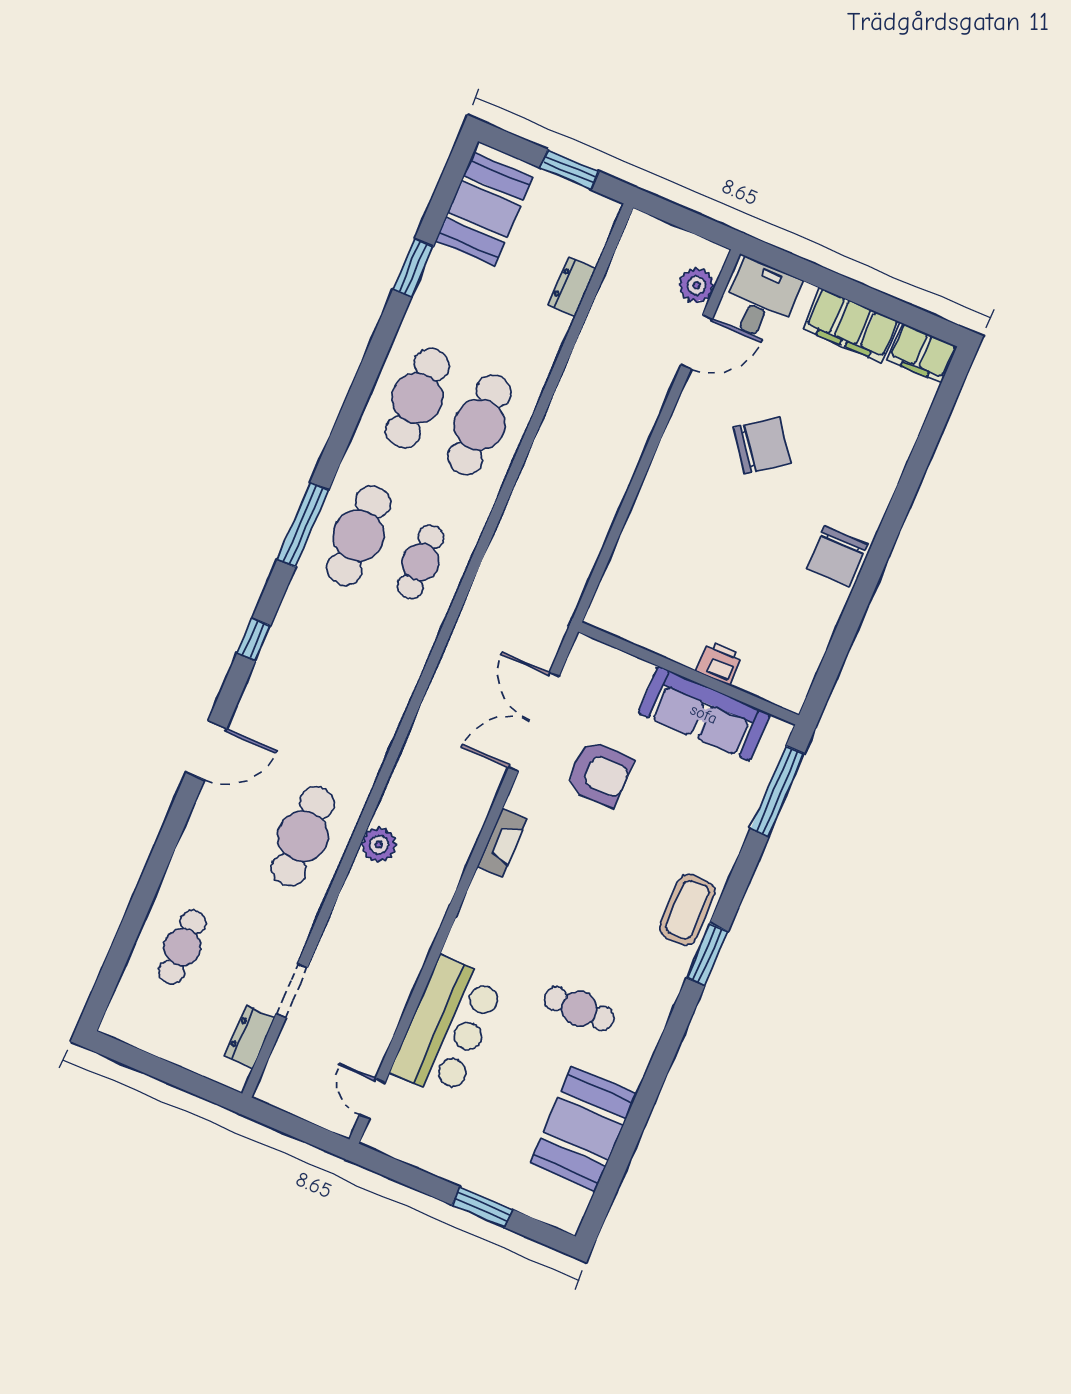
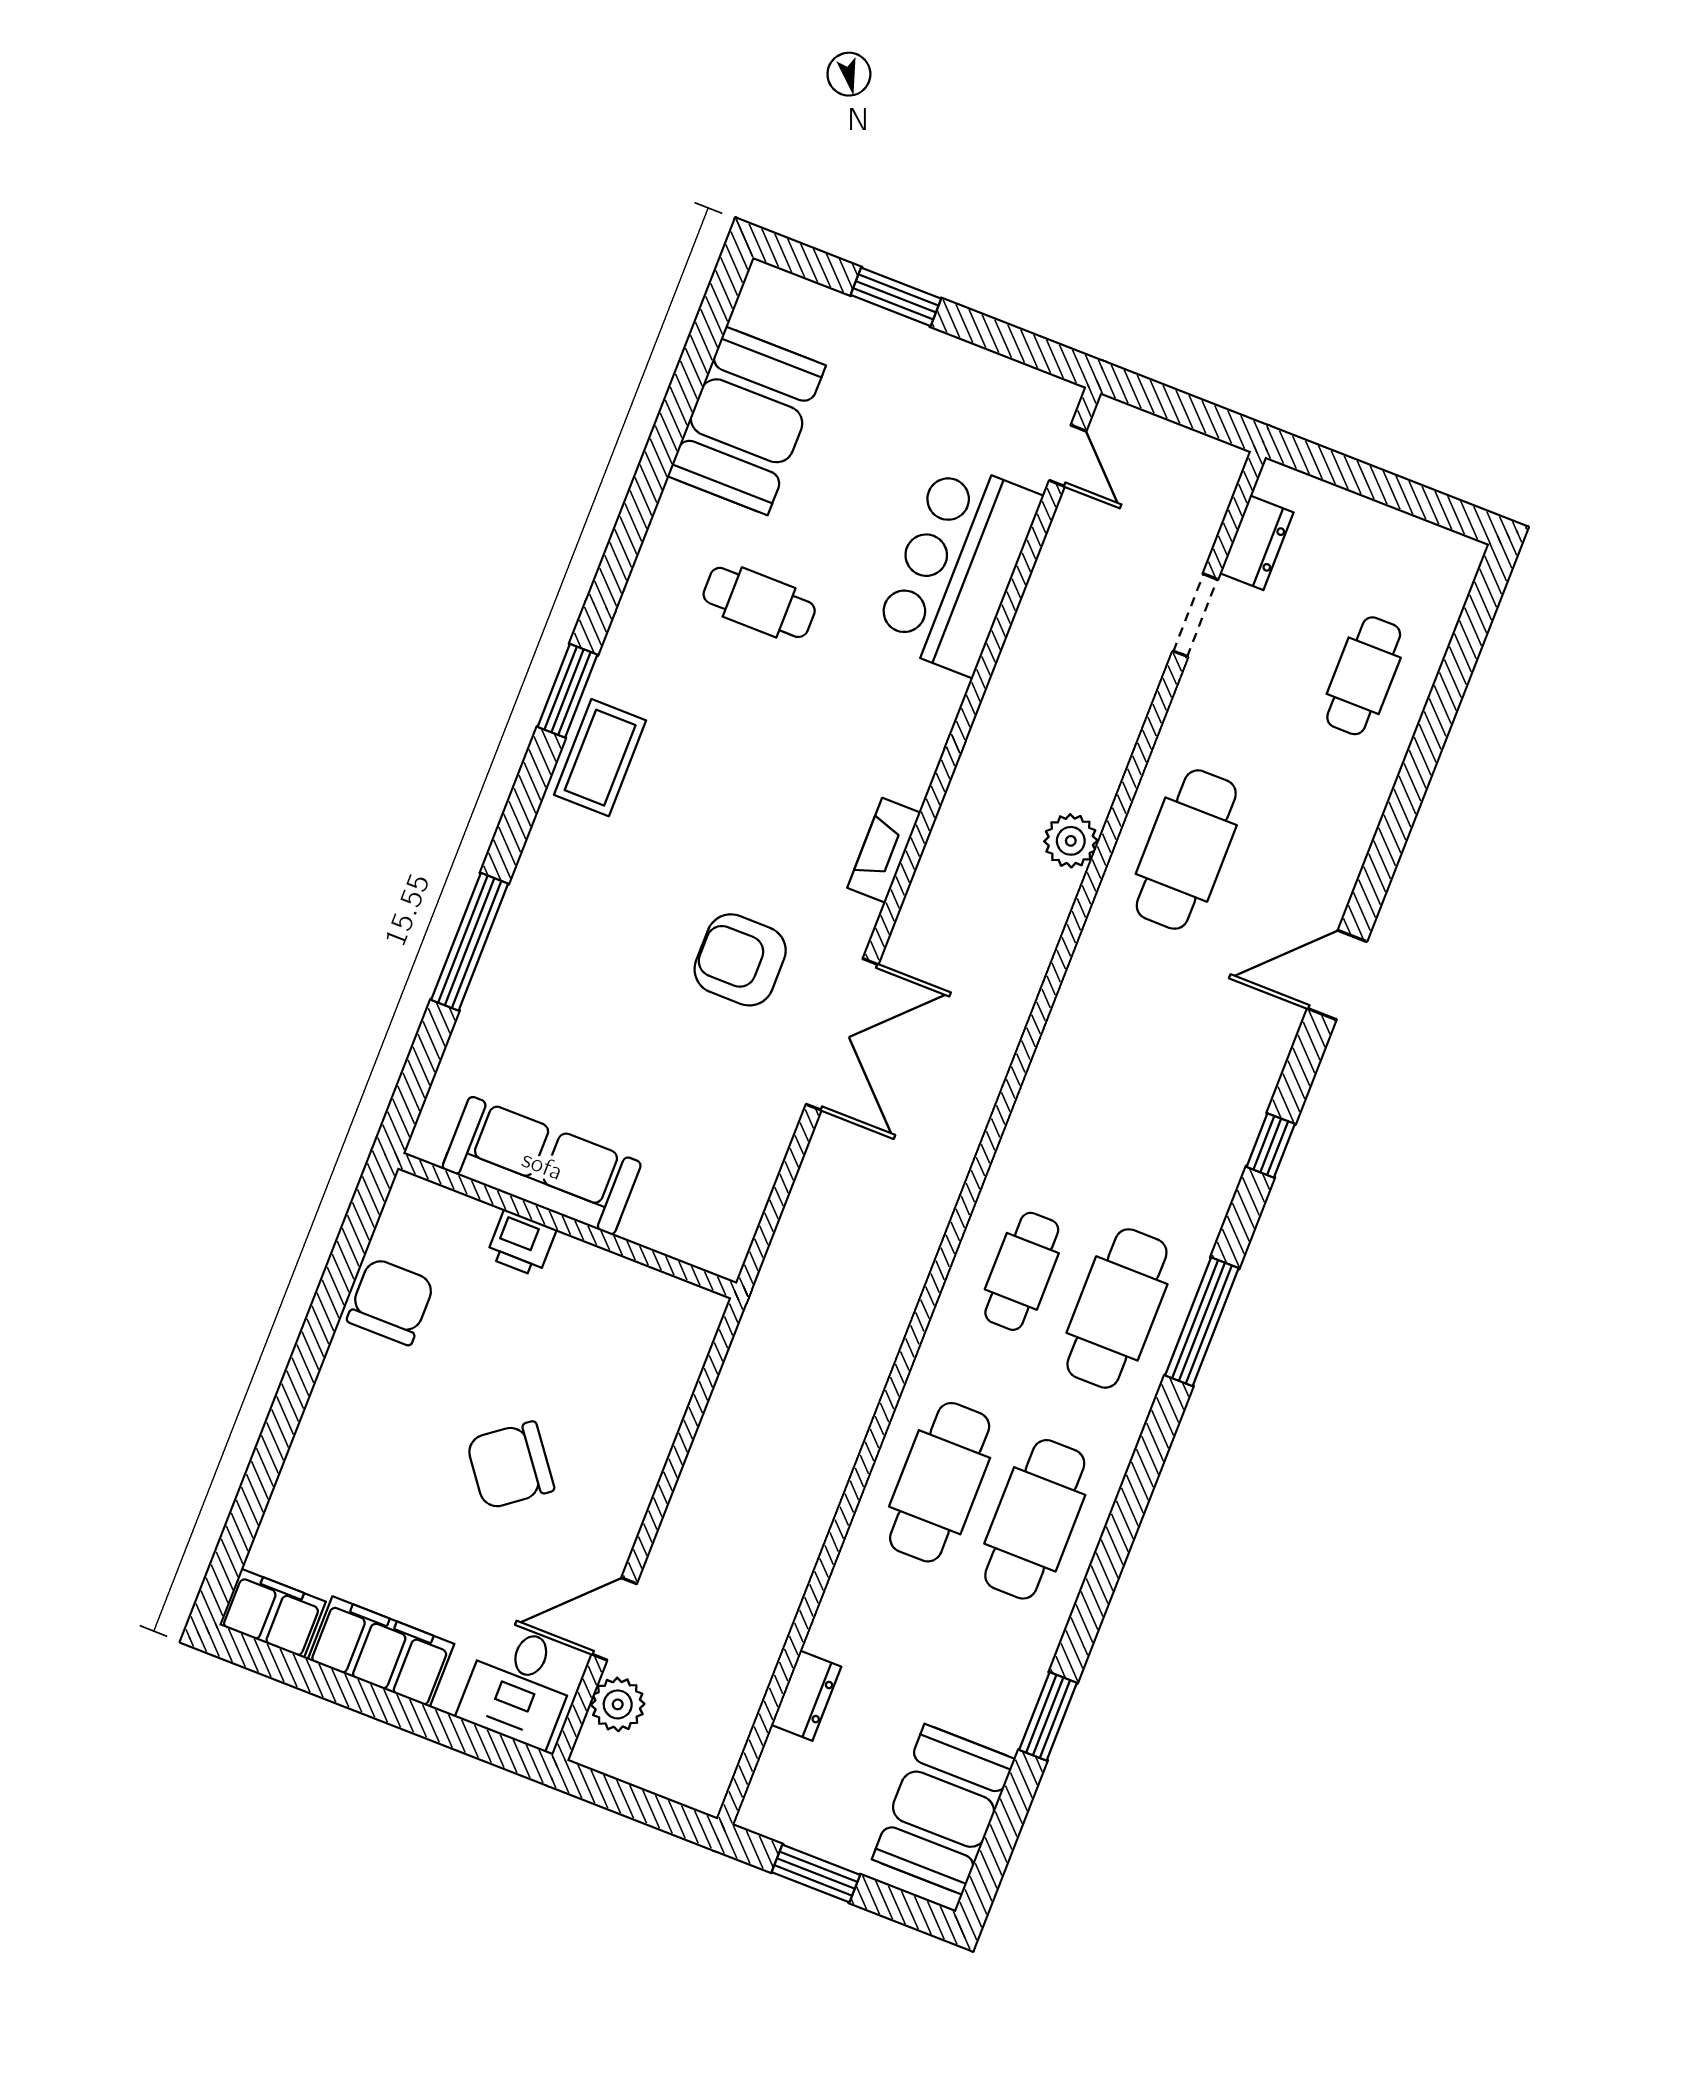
printer: (719, 663) -> (521, 1243), moved
wall: (689, 673) -> (567, 1226), moved
sofa: (704, 714) -> (542, 1166), moved

